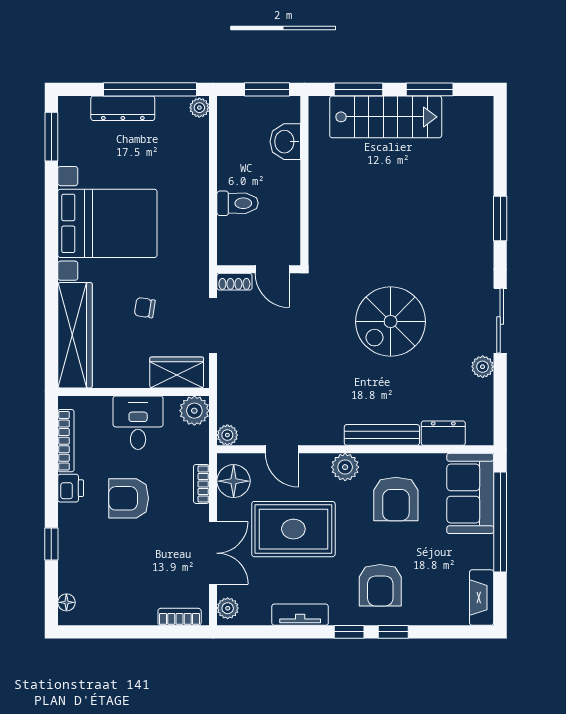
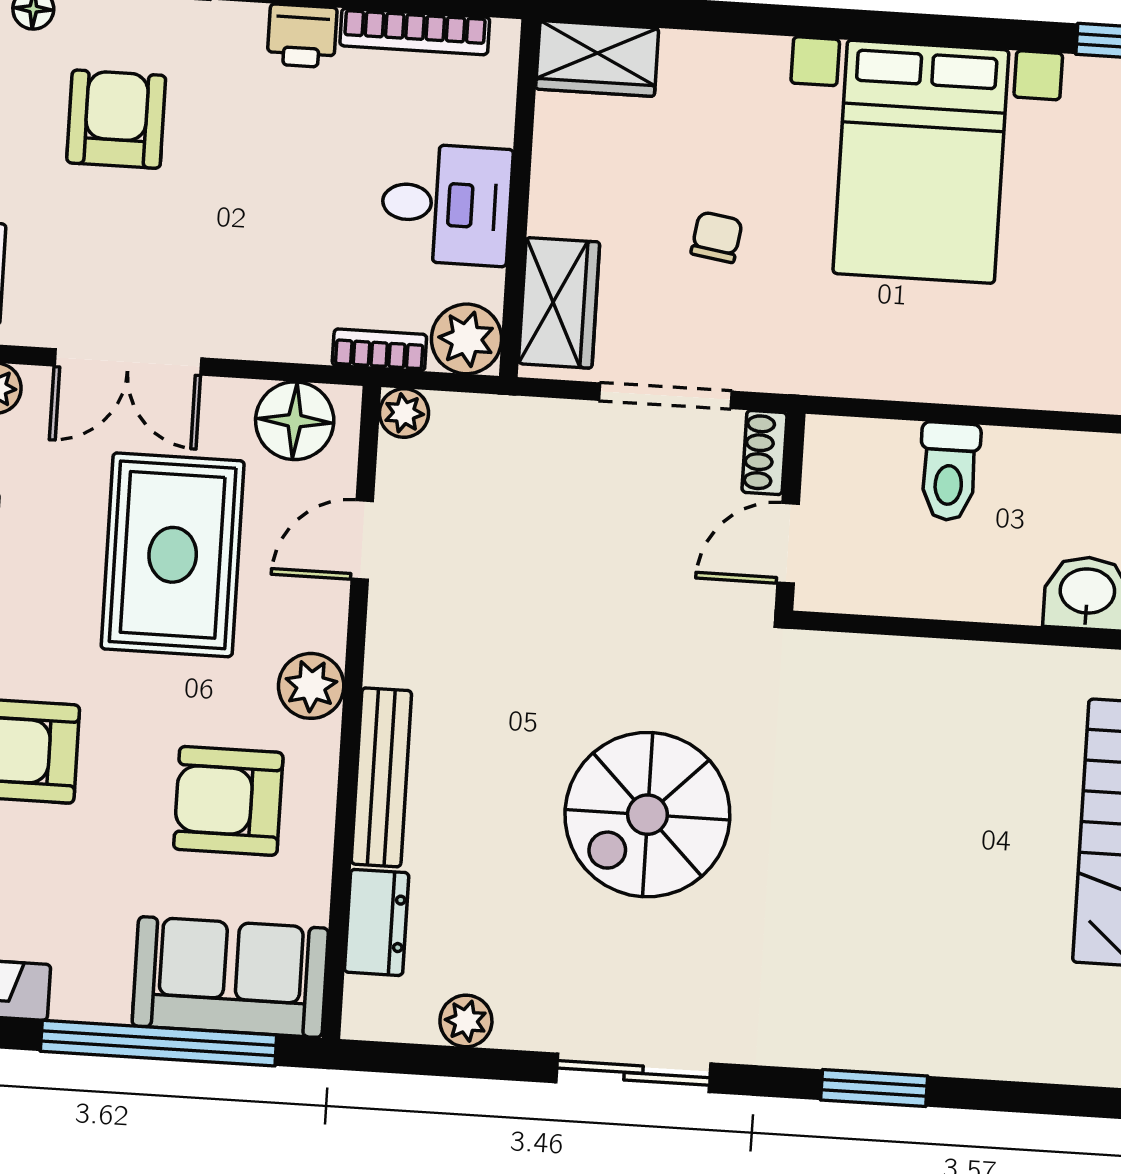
spiral stairs: (391, 322) -> (647, 815), turned -90
wardrobe: (75, 335) -> (597, 59), width x0.48, depth x0.85
plant: (483, 367) -> (466, 1021), moved
bookcase: (201, 484) -> (379, 350), moved
armchair: (129, 498) -> (116, 119), moved

